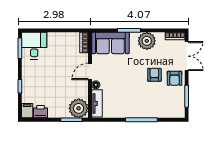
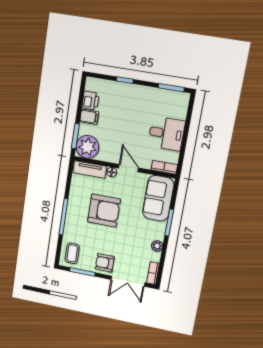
plant: (147, 41) -> (157, 246), width x0.53, depth x0.53
desk: (34, 46) -> (166, 134), moved
armchair: (154, 75) -> (104, 211), moved, width x1.88, depth x1.88
coffee table: (172, 108) -> (72, 253), added
filing cabinet: (27, 111) -> (89, 117), moved

